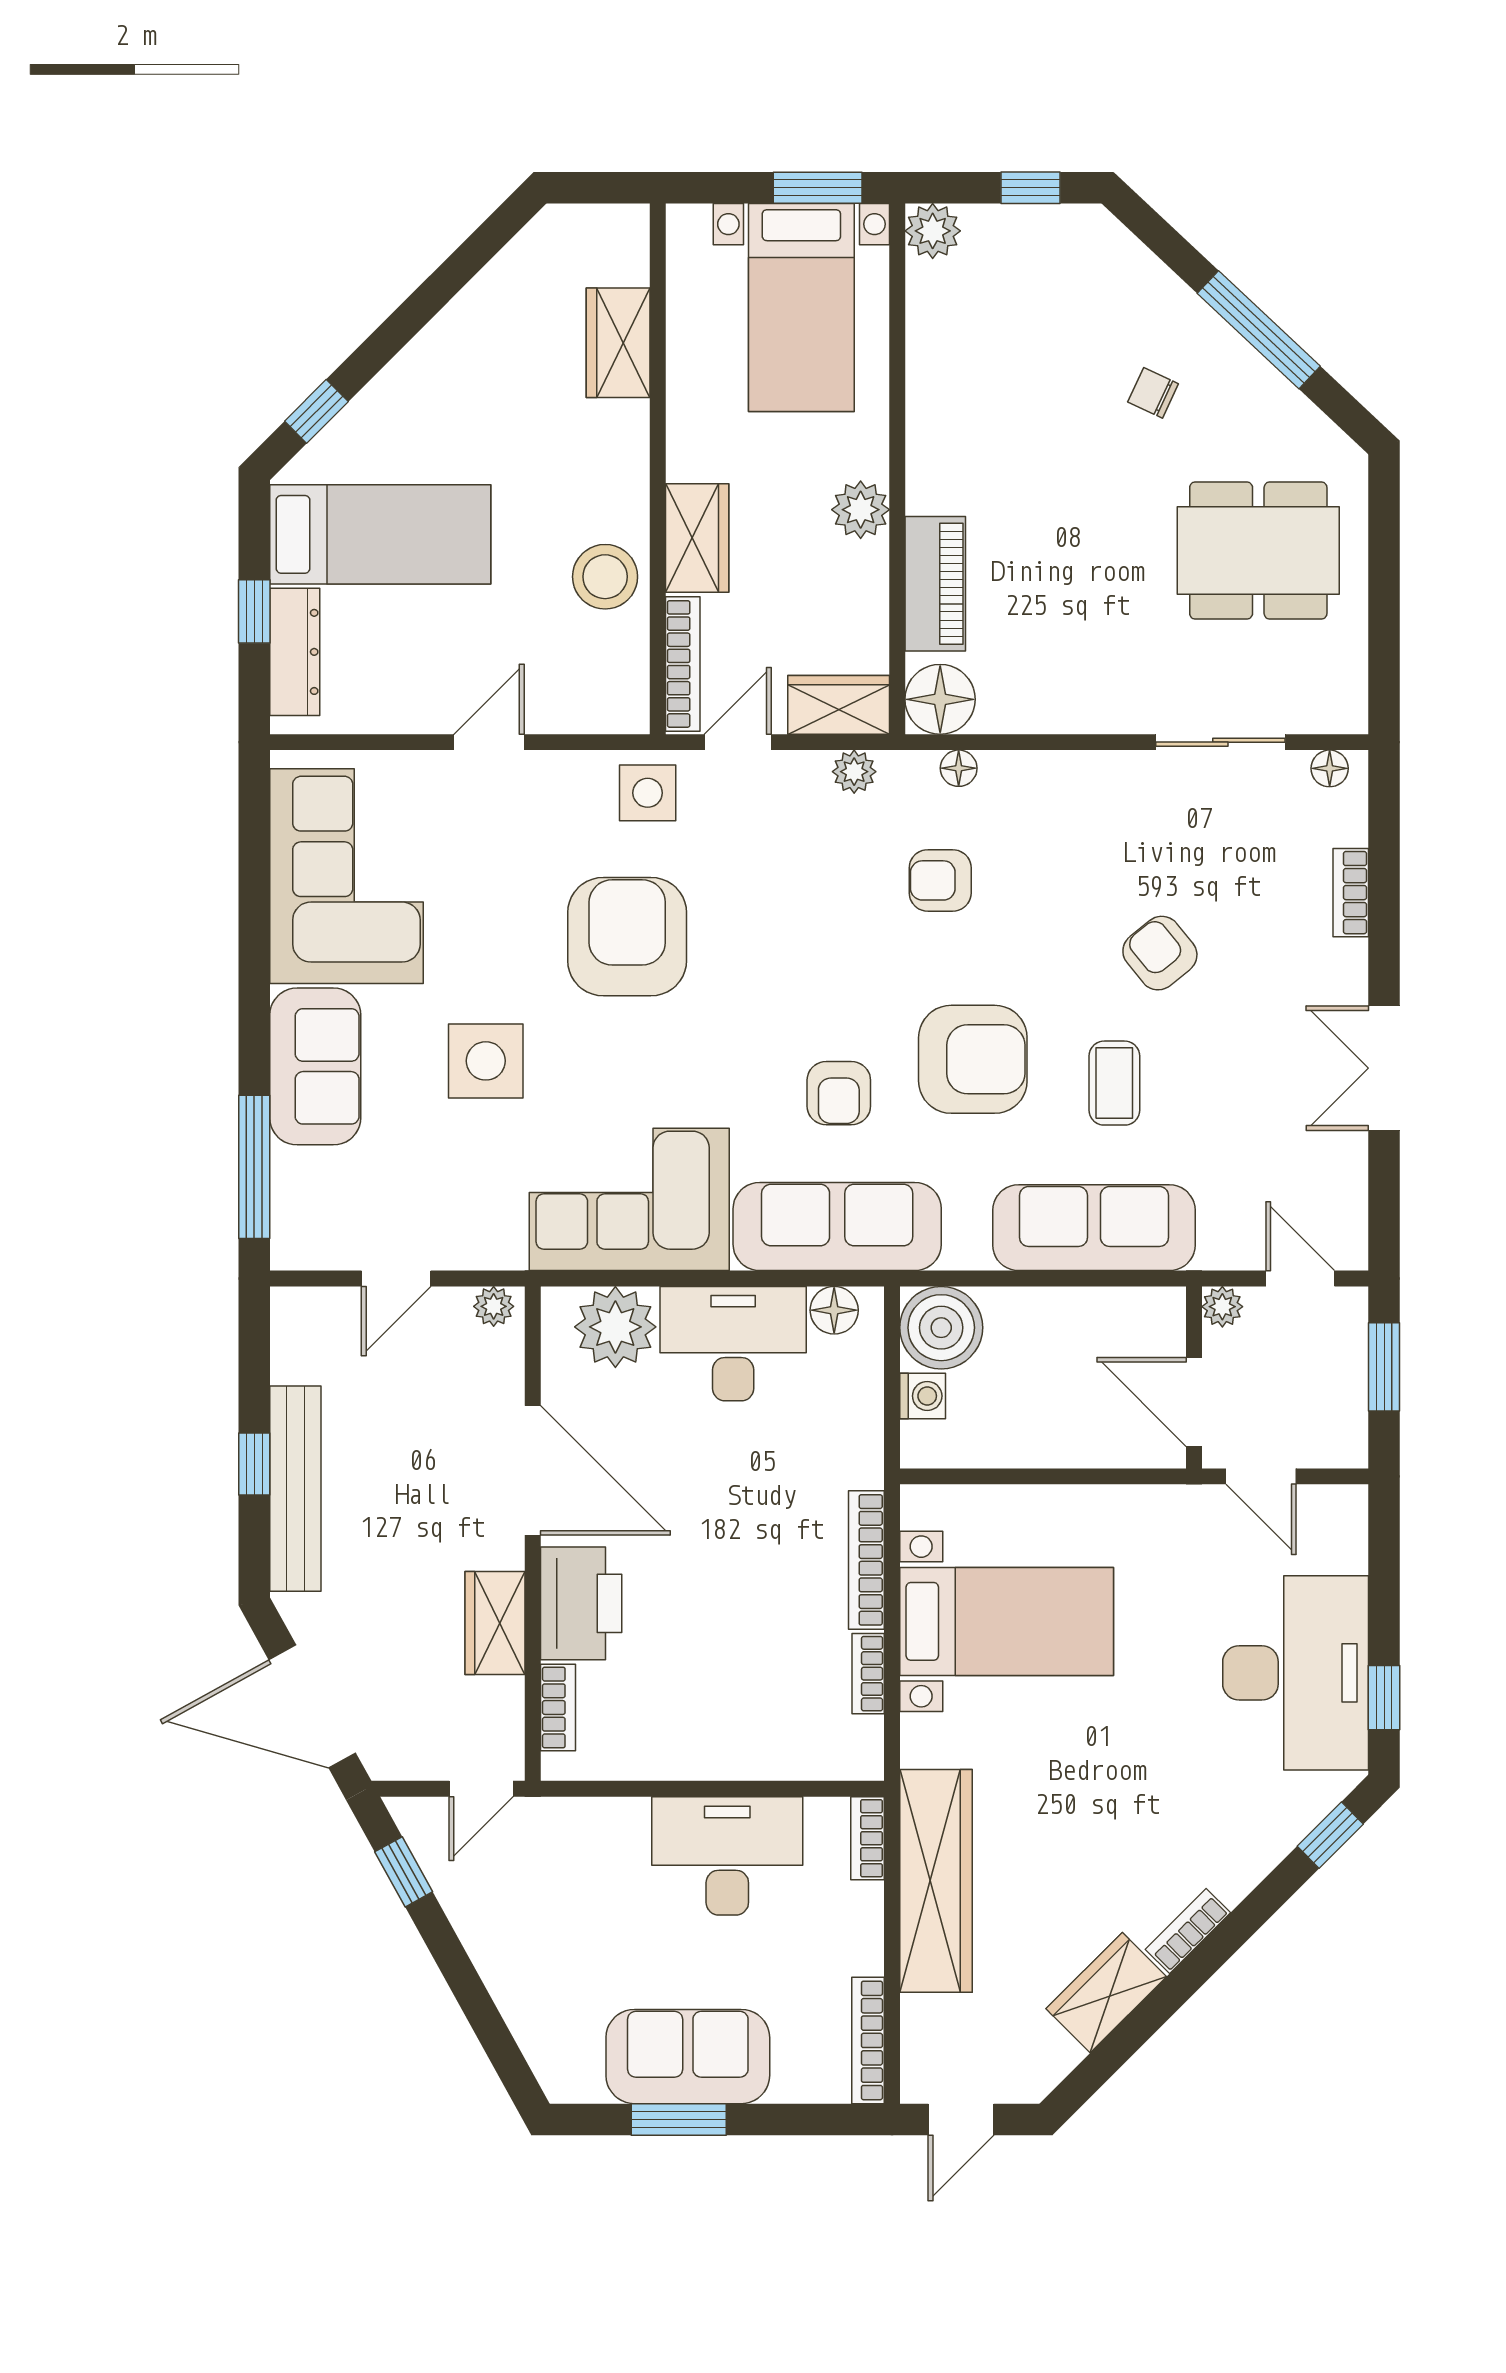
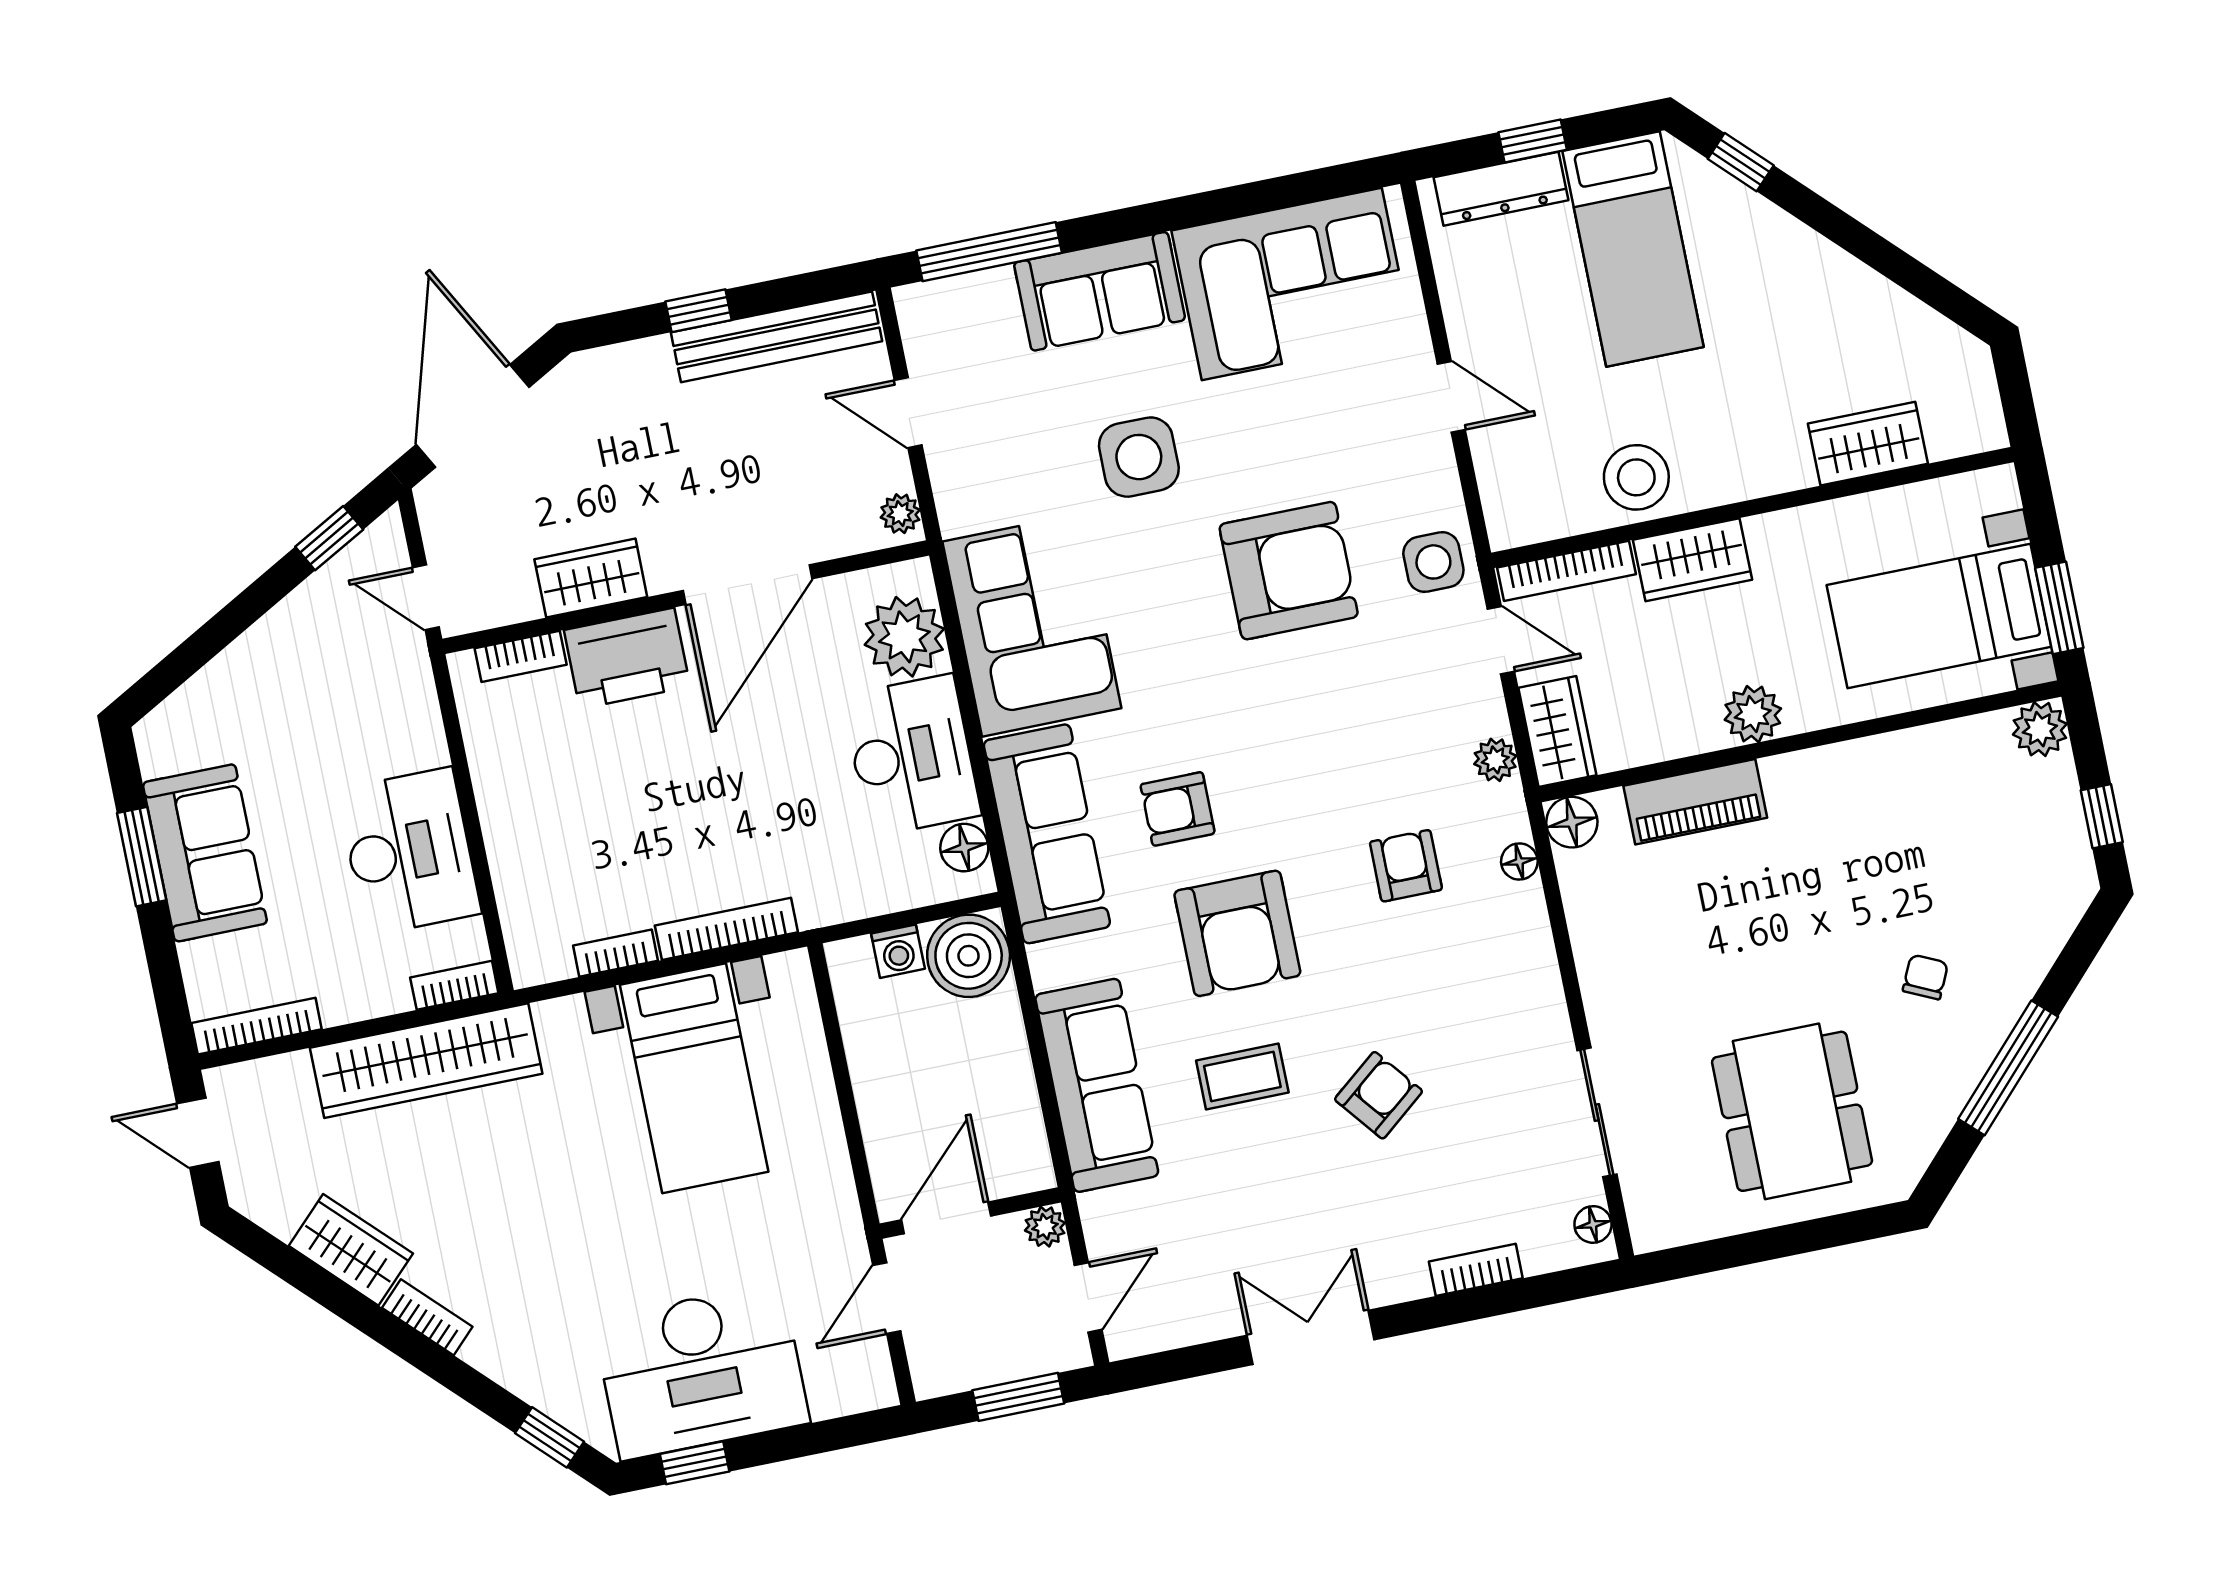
floor lamp: (940, 699) -> (1572, 822), width x0.73, depth x0.73
bench: (295, 1489) -> (777, 337), moved

